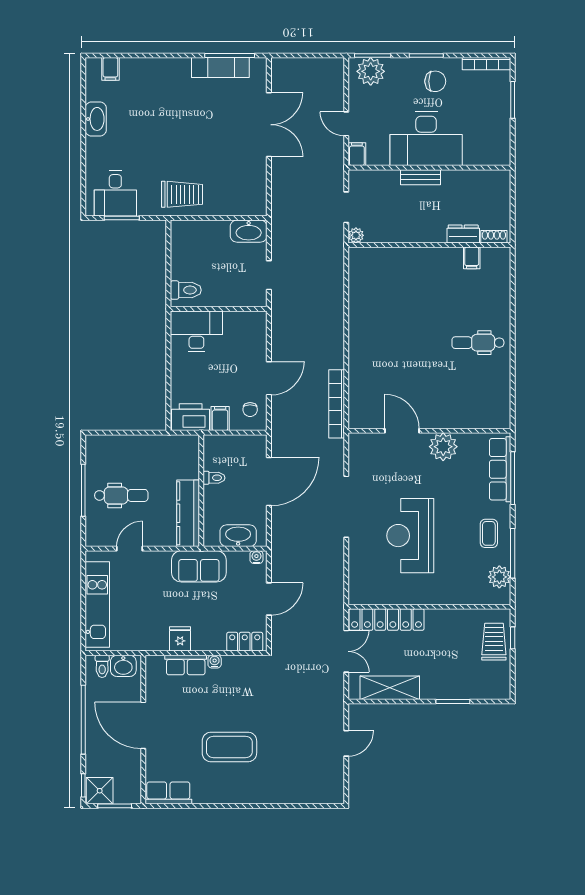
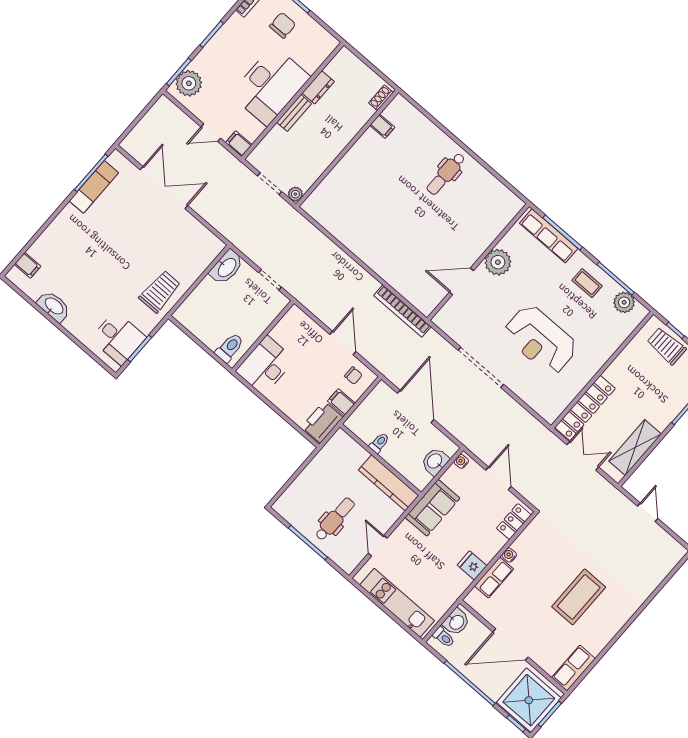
chair: (435, 81) -> (283, 25), moved
dresser: (463, 234) -> (318, 87), moved, turned 180
washbasin: (238, 536) -> (435, 461), width x0.72
shower: (100, 791) -> (529, 700), width x1.86, depth x1.86

